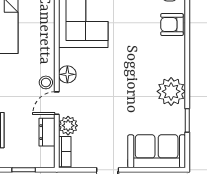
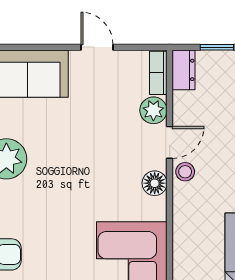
dresser: (47, 132) -> (183, 70), moved

